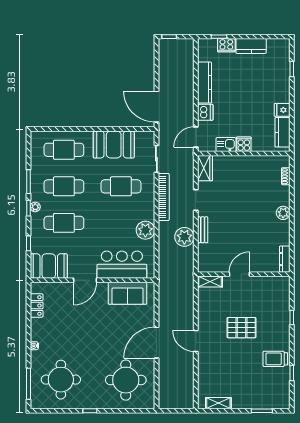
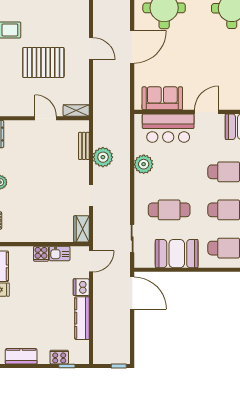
kitchen counter: (251, 46) -> (21, 356), moved
bookcase: (164, 197) -> (125, 199), removed
bench: (203, 230) -> (84, 146), moved
door: (239, 274) -> (46, 118), swing flipped
pallet: (241, 328) -> (43, 63), width x1.37, depth x1.41

